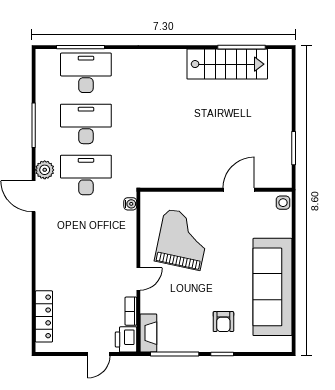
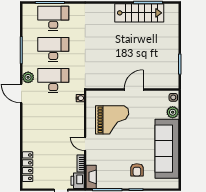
door: (239, 190) -> (134, 89), moved
plant: (282, 227) -> (173, 112), added
grand piano: (183, 240) -> (112, 120), turned 78
door: (138, 279) -> (85, 144), swing flipped

